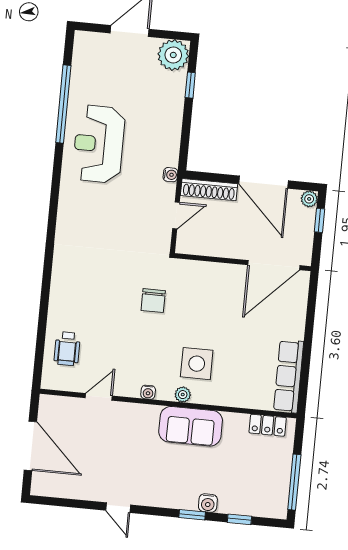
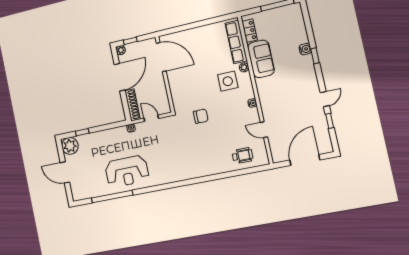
row of seats: (289, 376) -> (236, 42), moved, turned 90
plant: (183, 395) -> (244, 67), moved
sofa: (191, 426) -> (261, 59), moved
window: (239, 519) -> (330, 121), moved

